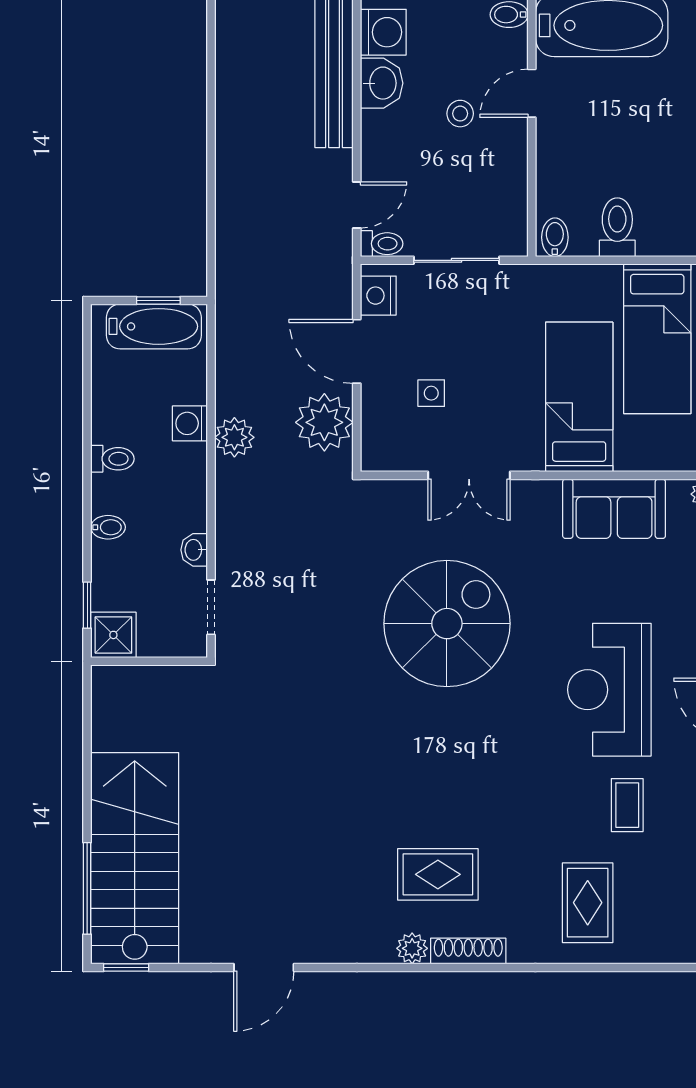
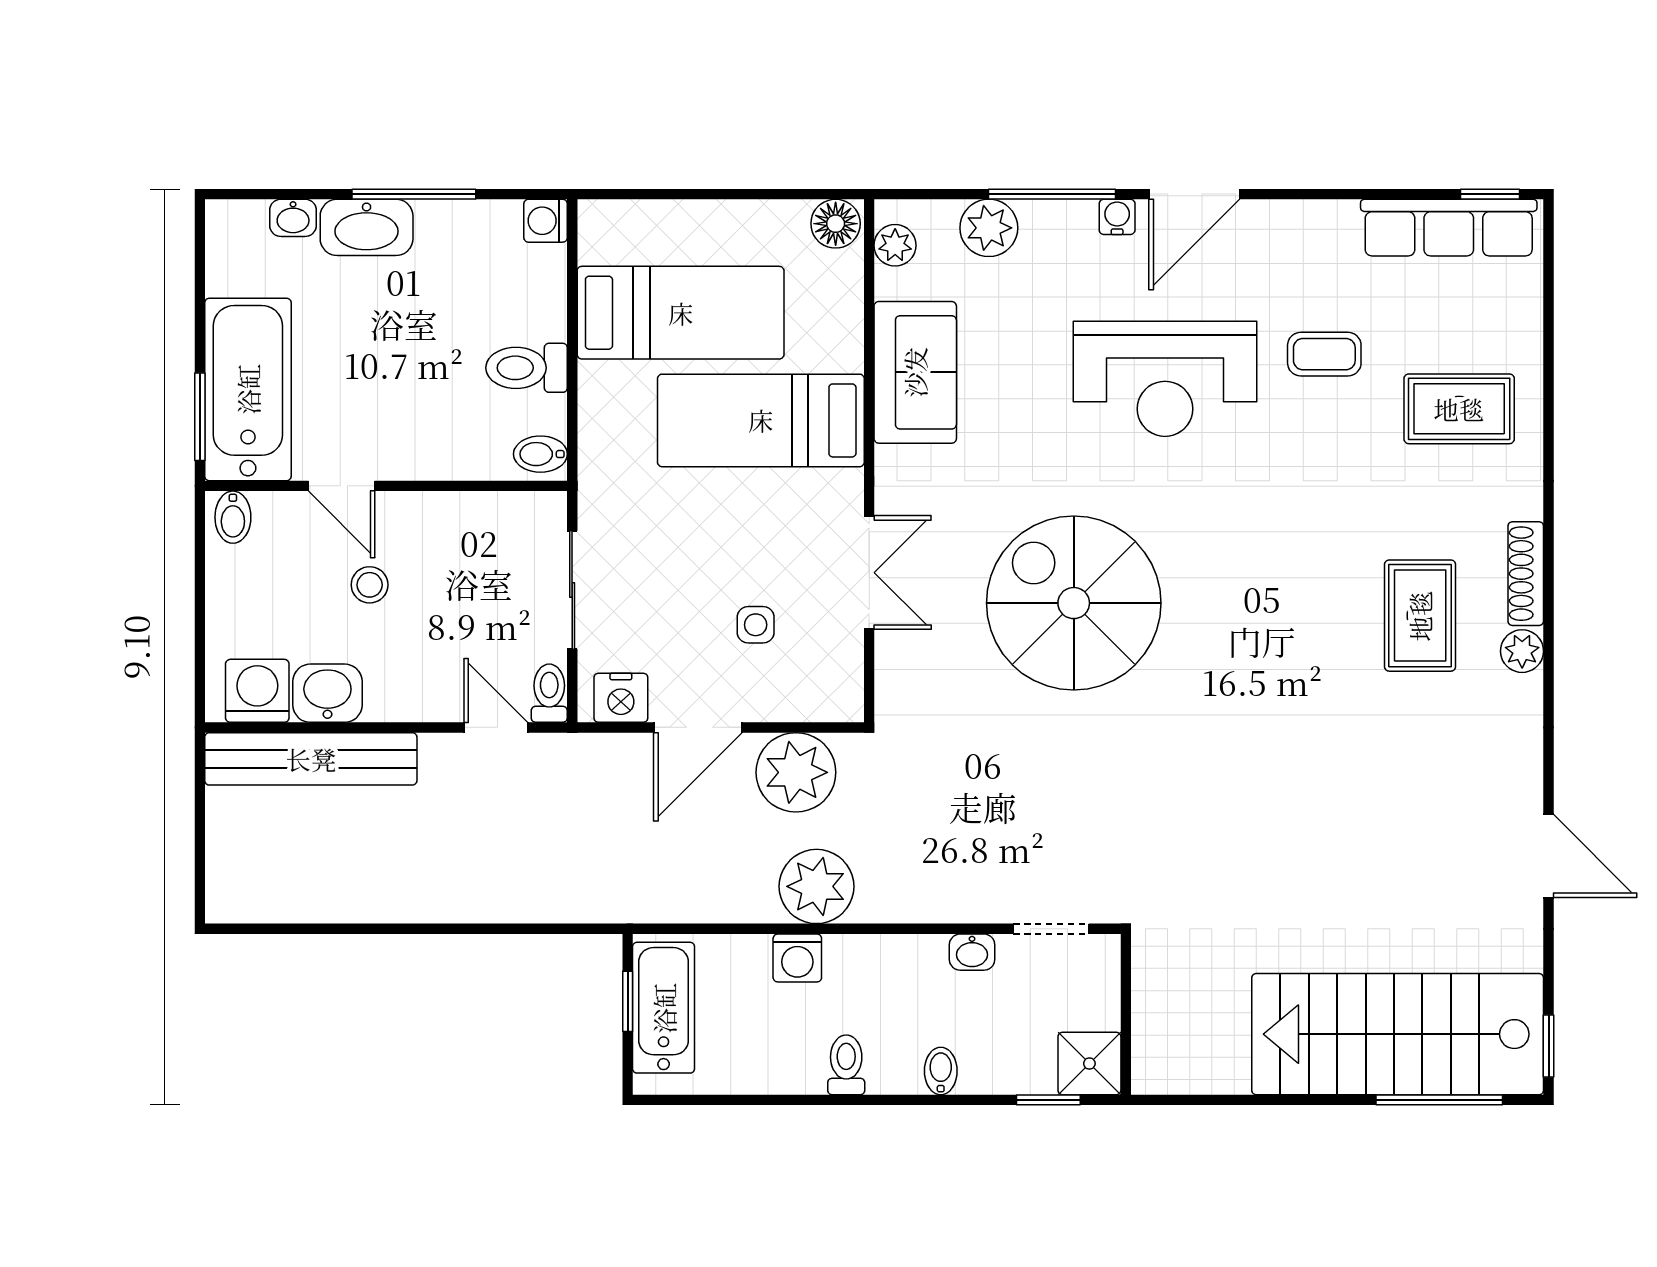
plant: (234, 437) -> (817, 886), width x1.36, depth x1.36

